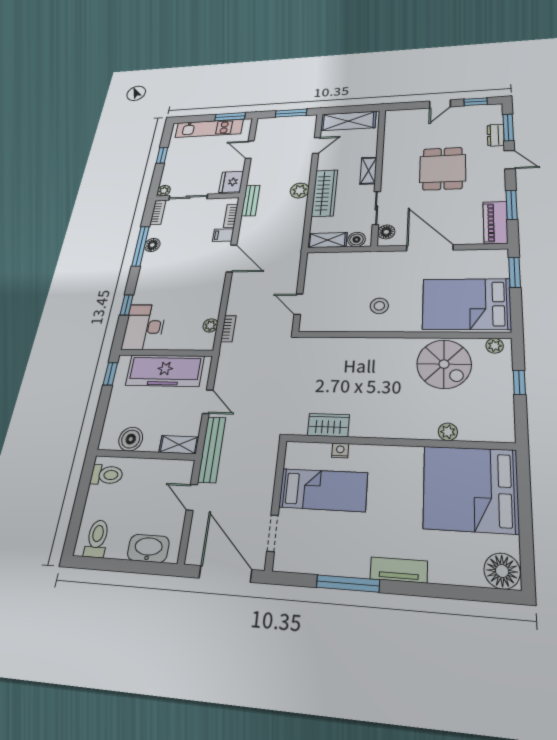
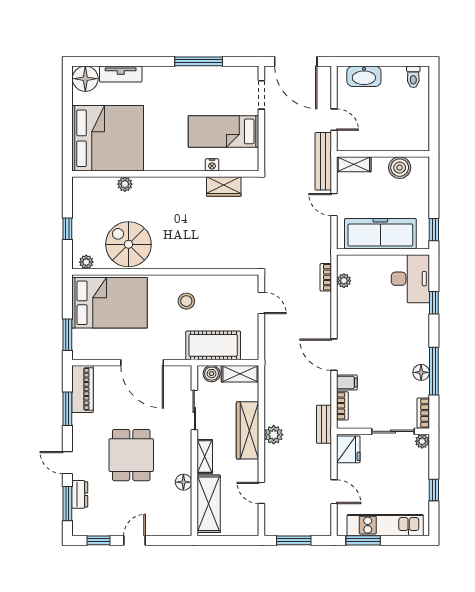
shelving: (348, 121) -> (209, 504), moved, turned 90
door: (316, 145) -> (261, 493), hinge flipped
floor lamp: (386, 232) -> (183, 482), moved
cot: (353, 265) -> (213, 345), added
toilet: (107, 475) -> (415, 135), removed
toilet: (97, 539) -> (413, 77), width x0.73, depth x0.72
tv unit: (399, 570) -> (121, 74), moved

